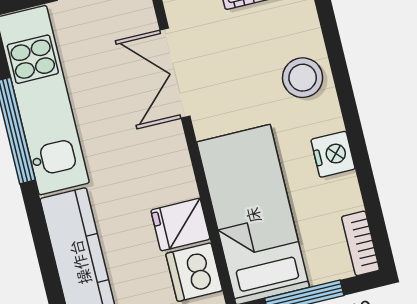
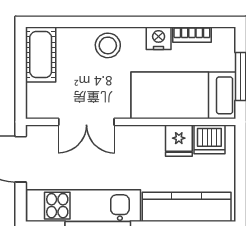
bookcase: (361, 243) -> (192, 35), moved

